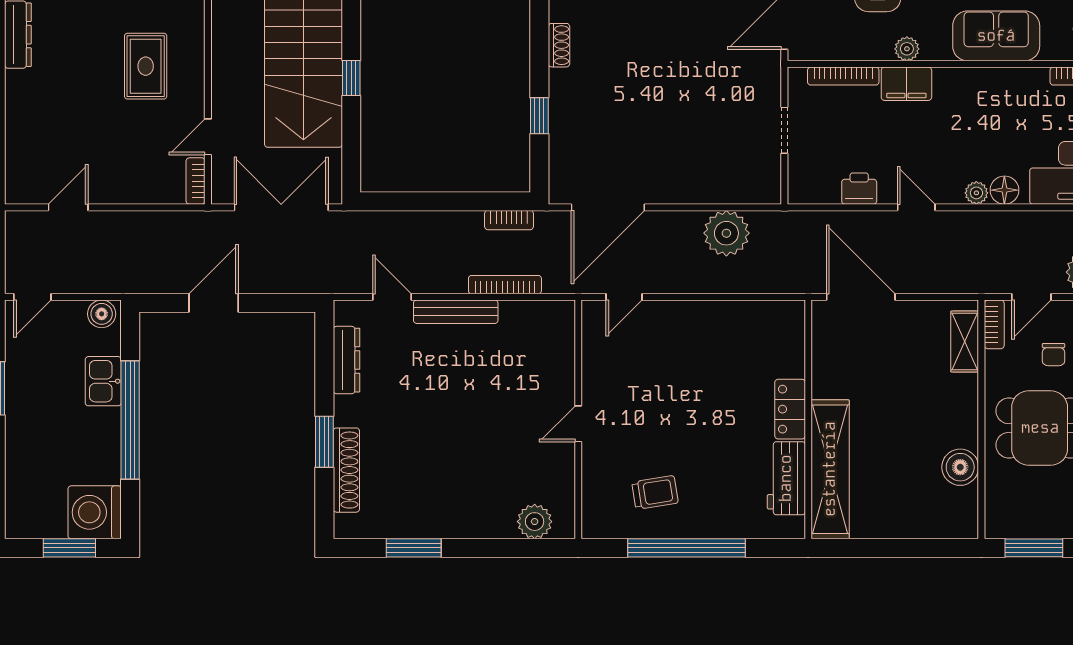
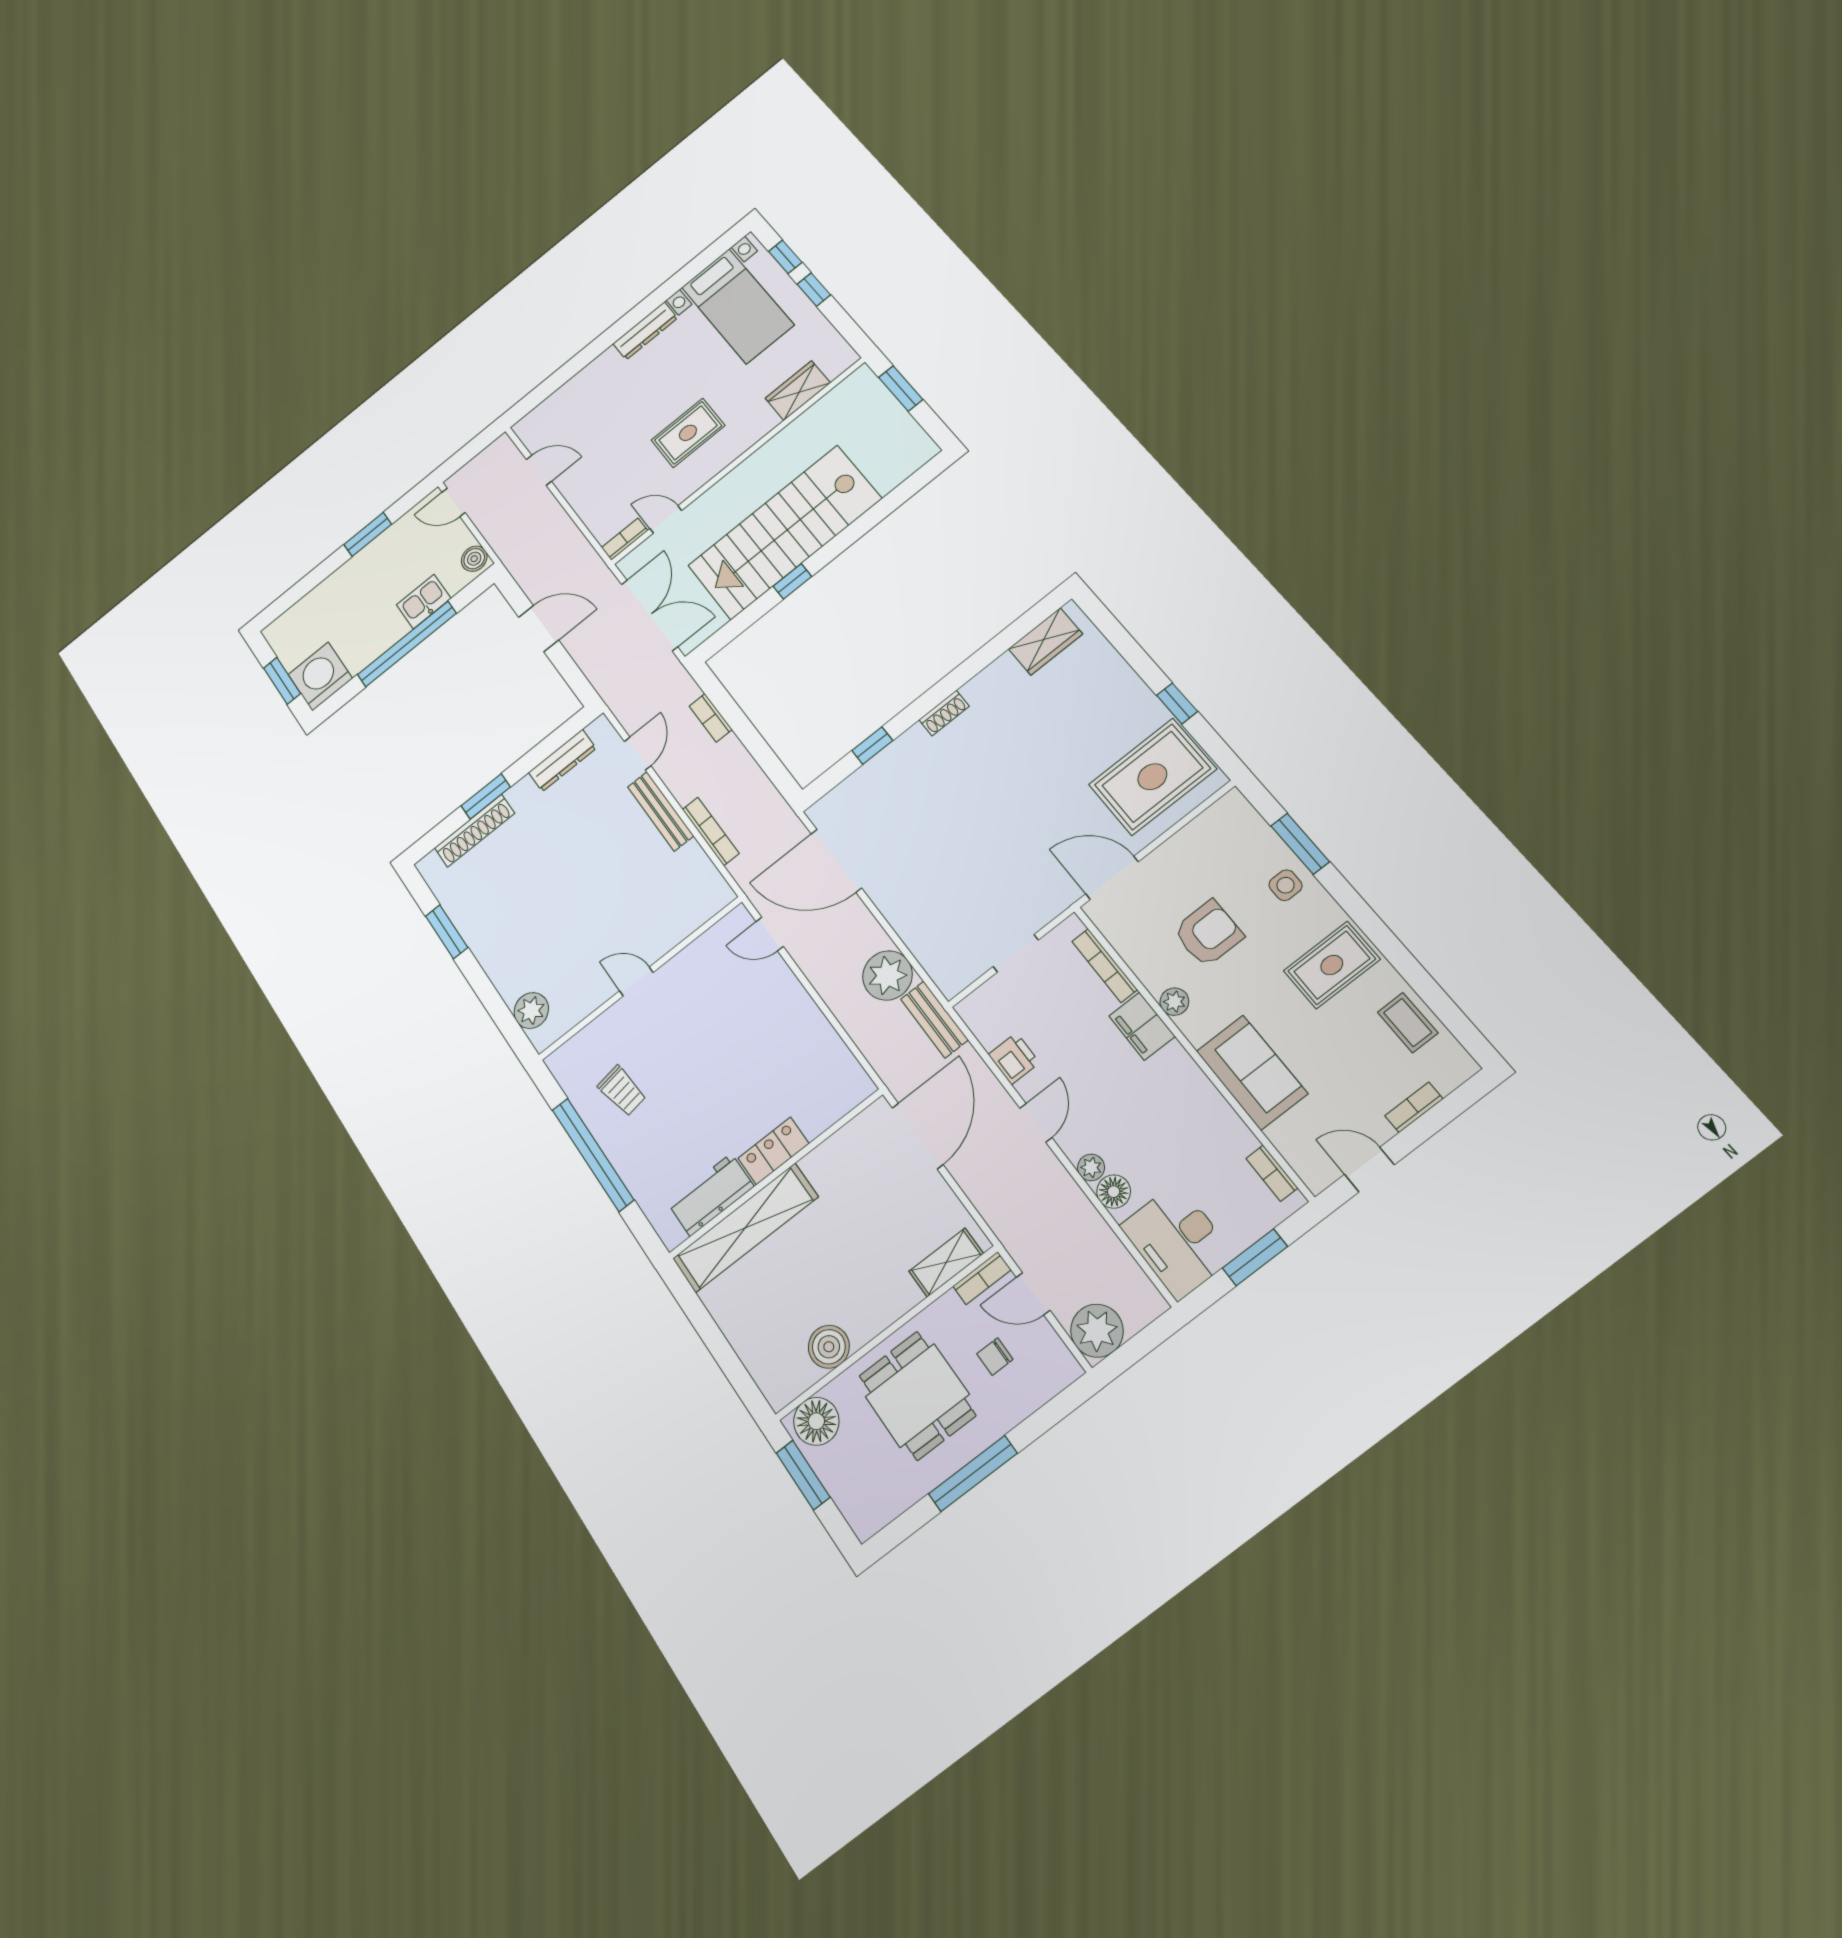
bookcase: (509, 220) -> (711, 718), moved
bench: (786, 223) -> (934, 1019), added
floor lamp: (1005, 513) -> (816, 1421), added

